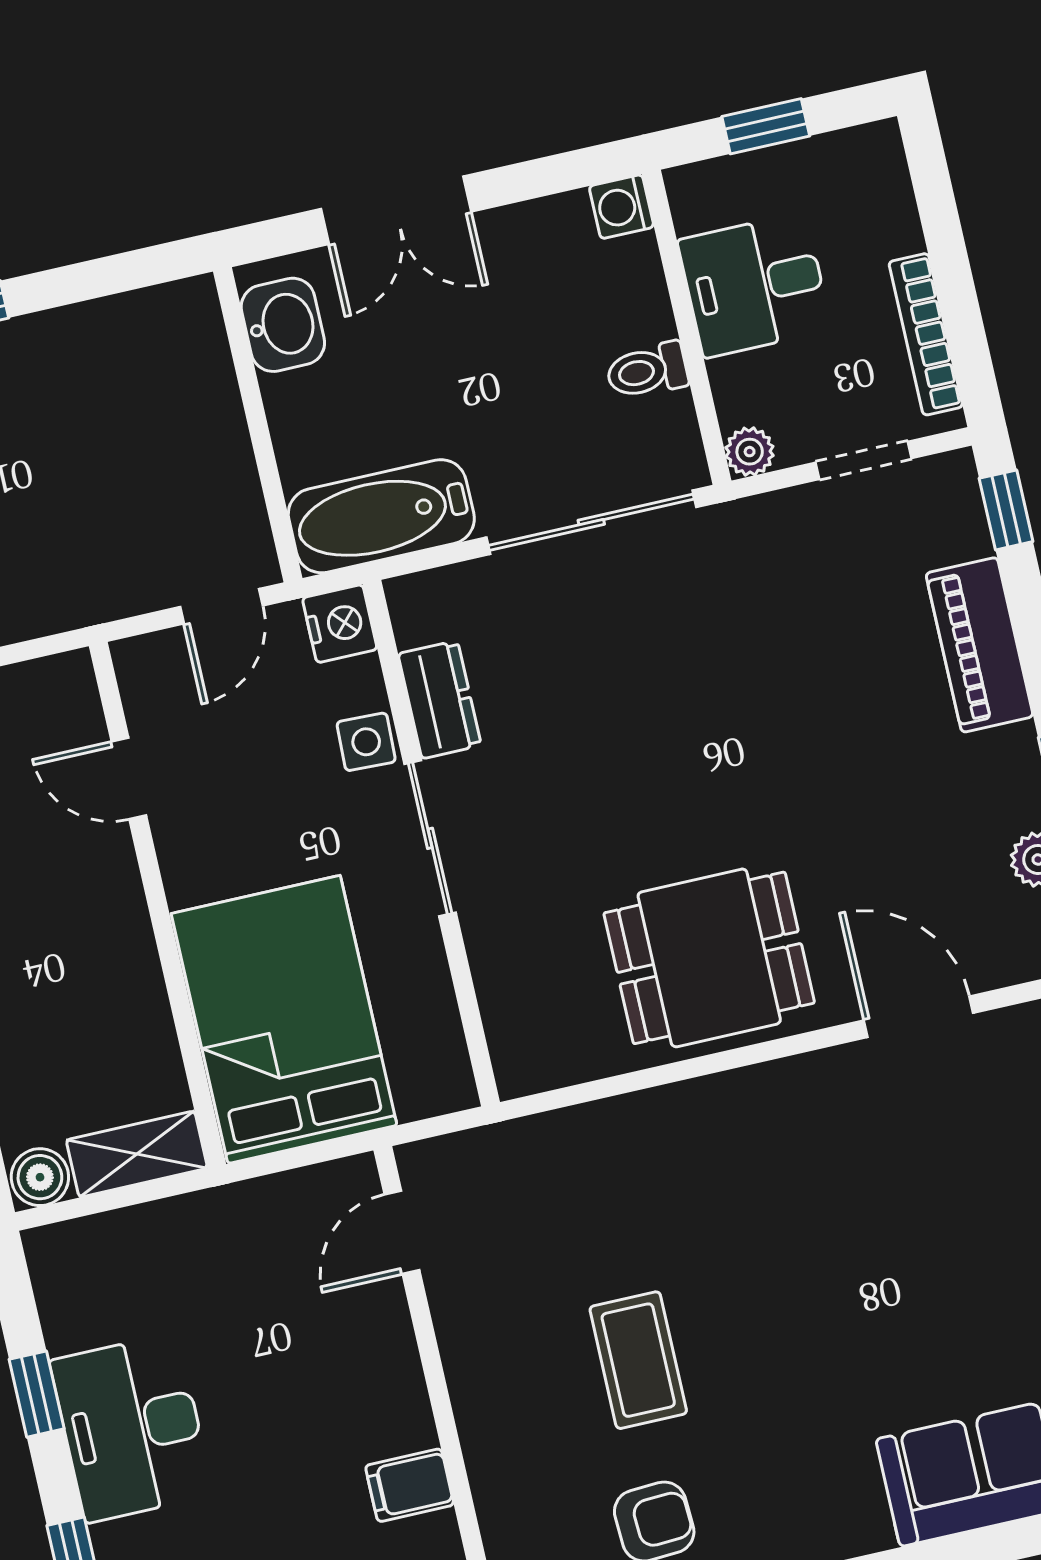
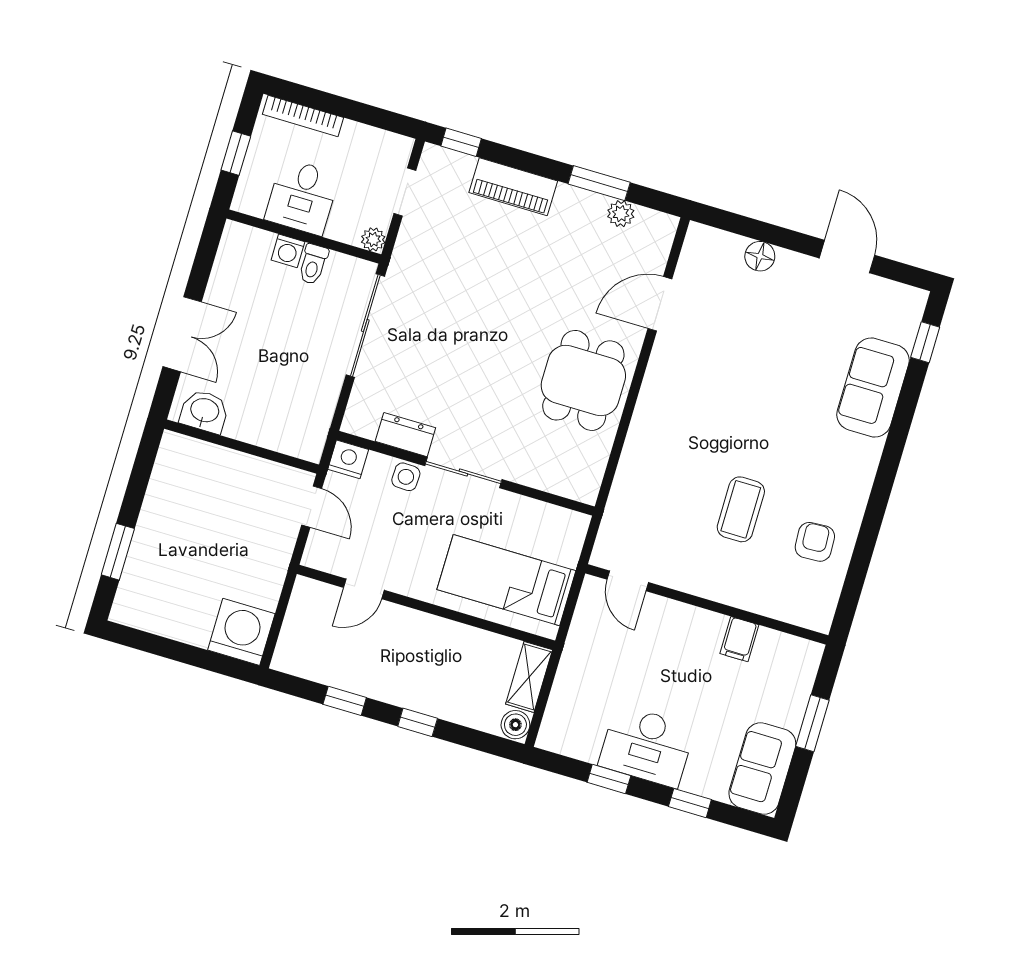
washing machine: (621, 207) -> (288, 251), moved
bookcase: (926, 334) -> (303, 116), moved
bathtub: (381, 516) -> (312, 415), removed
bed: (284, 1019) -> (506, 580), width x0.67
coffee table: (638, 1360) -> (741, 509), turned 90

